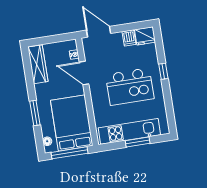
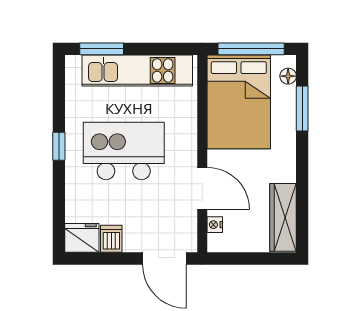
window: (163, 71) -> (59, 146), moved
window: (35, 113) -> (302, 109), moved
window: (138, 142) -> (102, 49), moved

